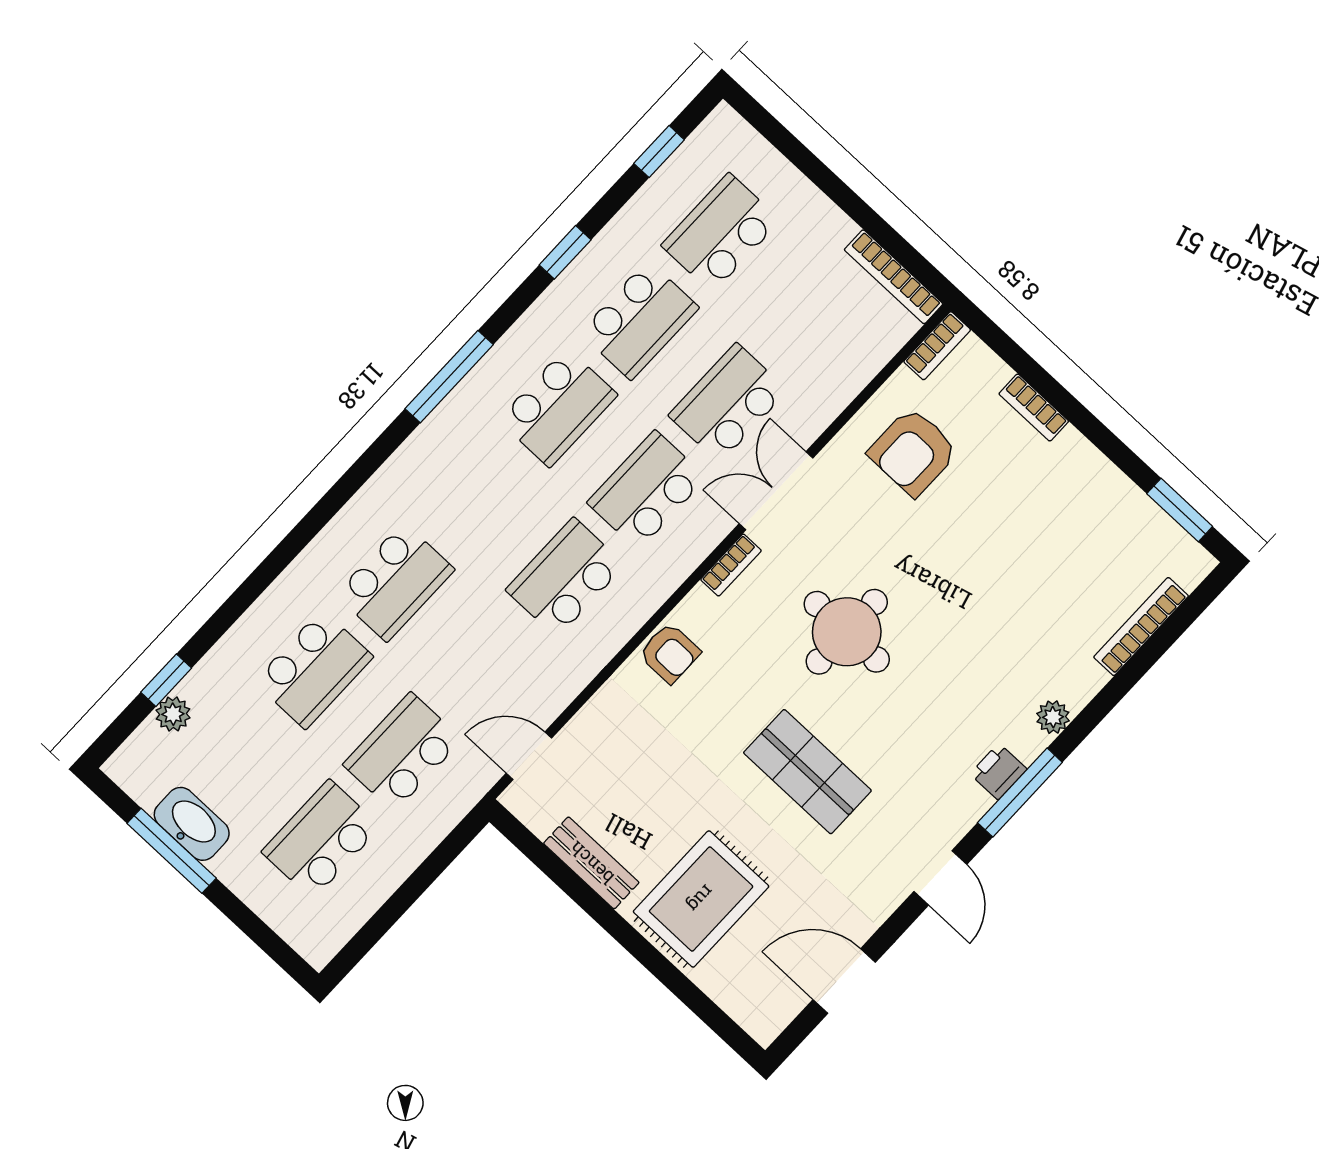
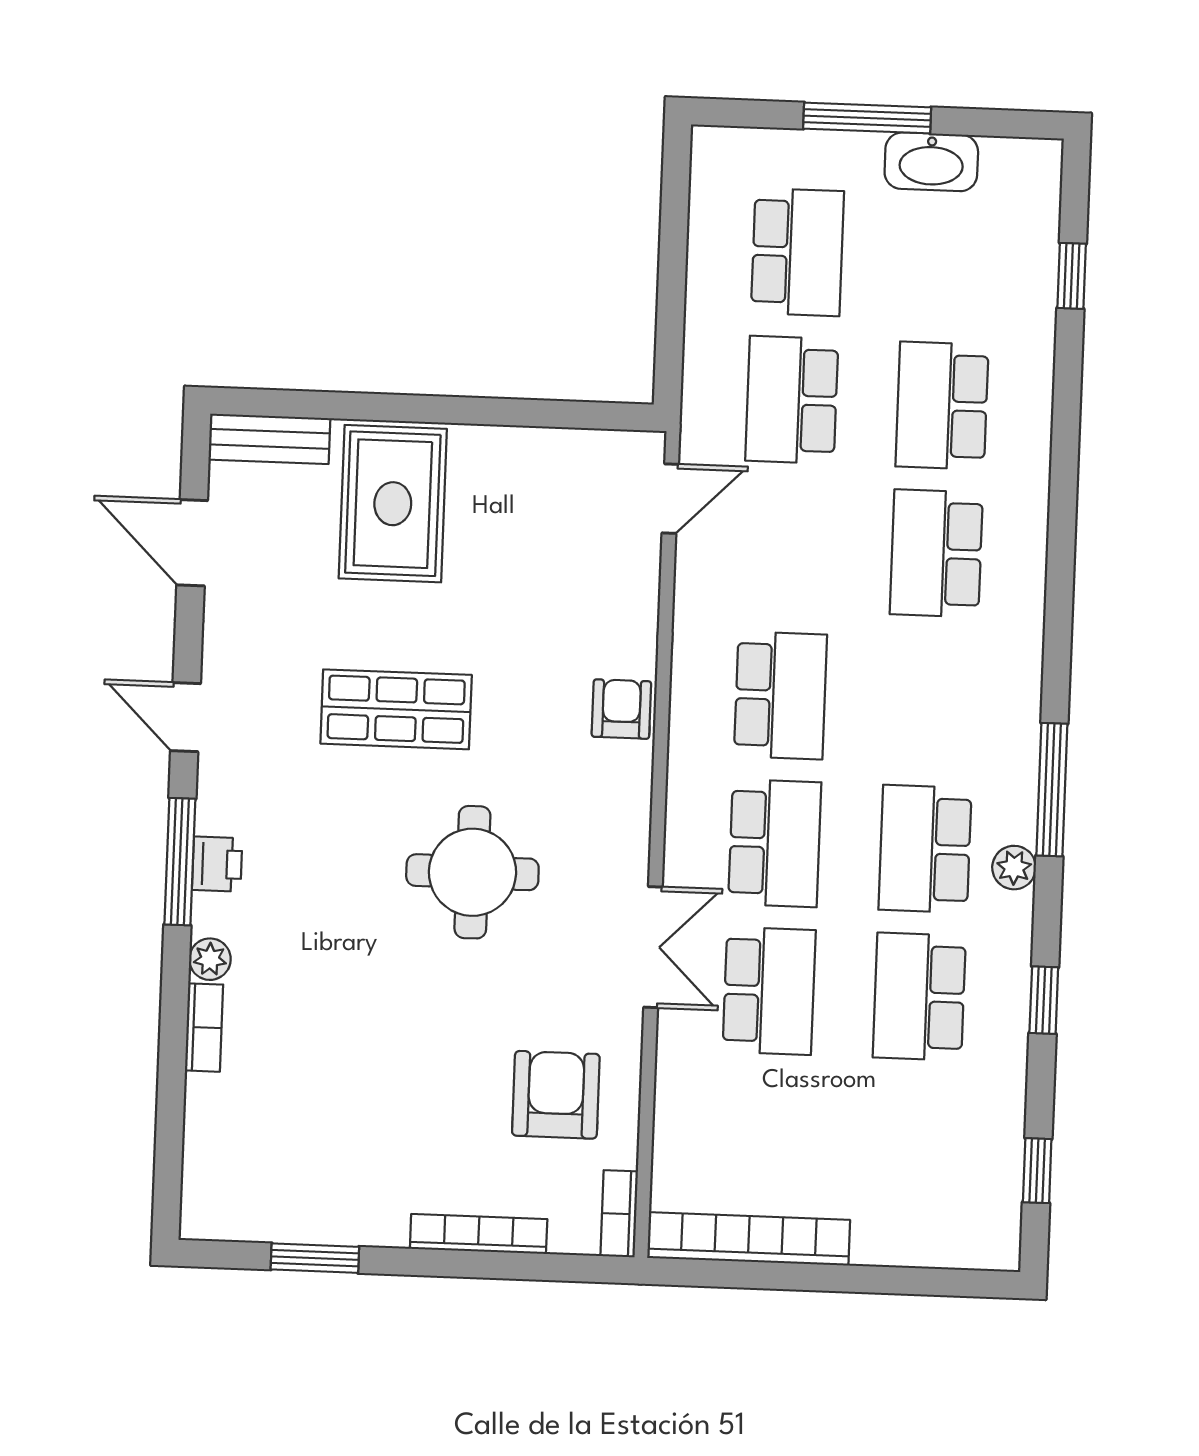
school desk: (721, 233) -> (914, 1144), removed
bookcase: (894, 277) -> (749, 1239), width x1.48, depth x1.31
bookcase: (1034, 408) -> (479, 1234), width x1.56
window: (1180, 510) -> (315, 1258), moved
bookcase: (731, 565) -> (635, 841), removed
bookcase: (1141, 627) -> (204, 1028), moved, width x0.64
armchair: (670, 653) -> (621, 709), turned 90
plant: (173, 714) -> (1014, 868), moved
school desk: (402, 752) -> (792, 400), turned 180
window: (172, 851) -> (867, 118), moved
bench: (591, 863) -> (269, 439), moved
door: (844, 981) -> (192, 543), swing flipped

